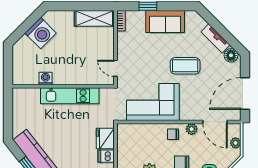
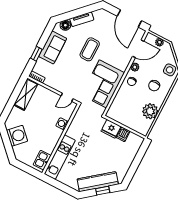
floor lamp: (231, 55) -> (65, 25), moved
kitchen sink: (27, 77) -> (42, 160), added
washing machine: (45, 78) -> (62, 124), moved
kitchen unit: (70, 96) -> (60, 157), moved

